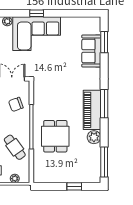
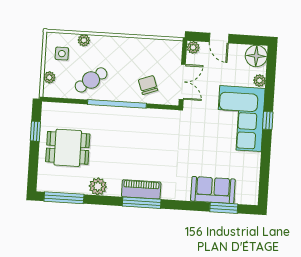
piano: (92, 110) -> (141, 189), width x0.73, depth x0.75
dining table: (55, 136) -> (68, 148), moved
window: (74, 186) -> (35, 131), moved

